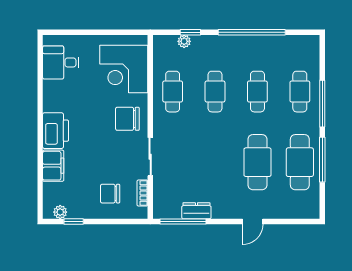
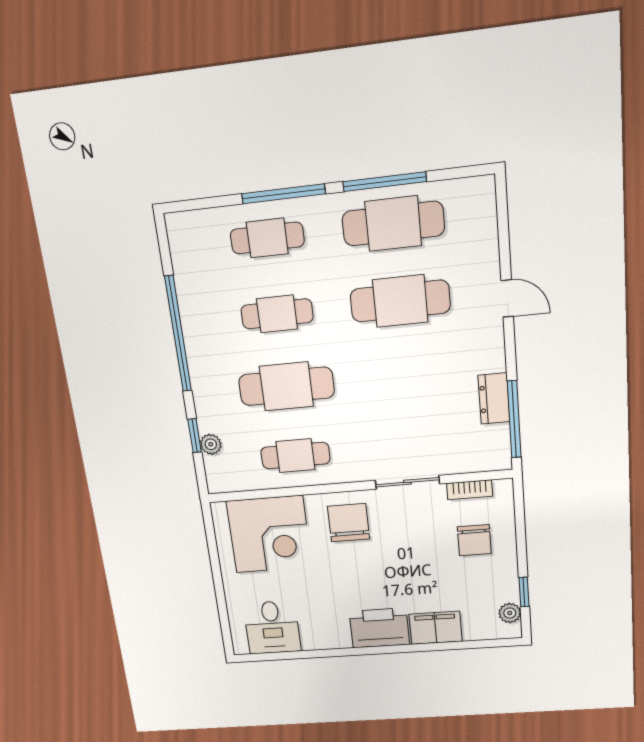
cafe table: (215, 92) -> (286, 386), width x1.37, depth x1.35
chair: (127, 119) -> (349, 523), turned 180

